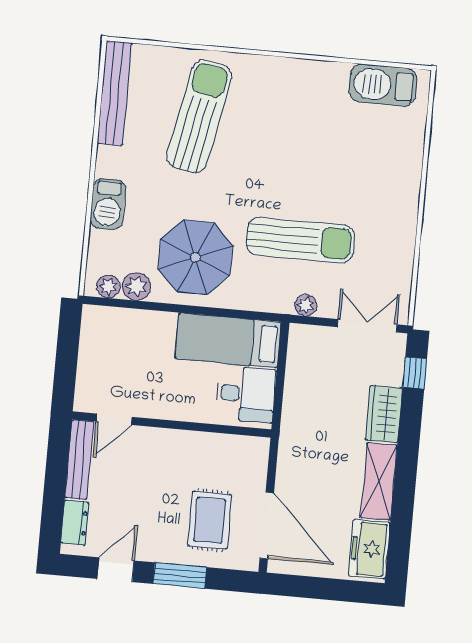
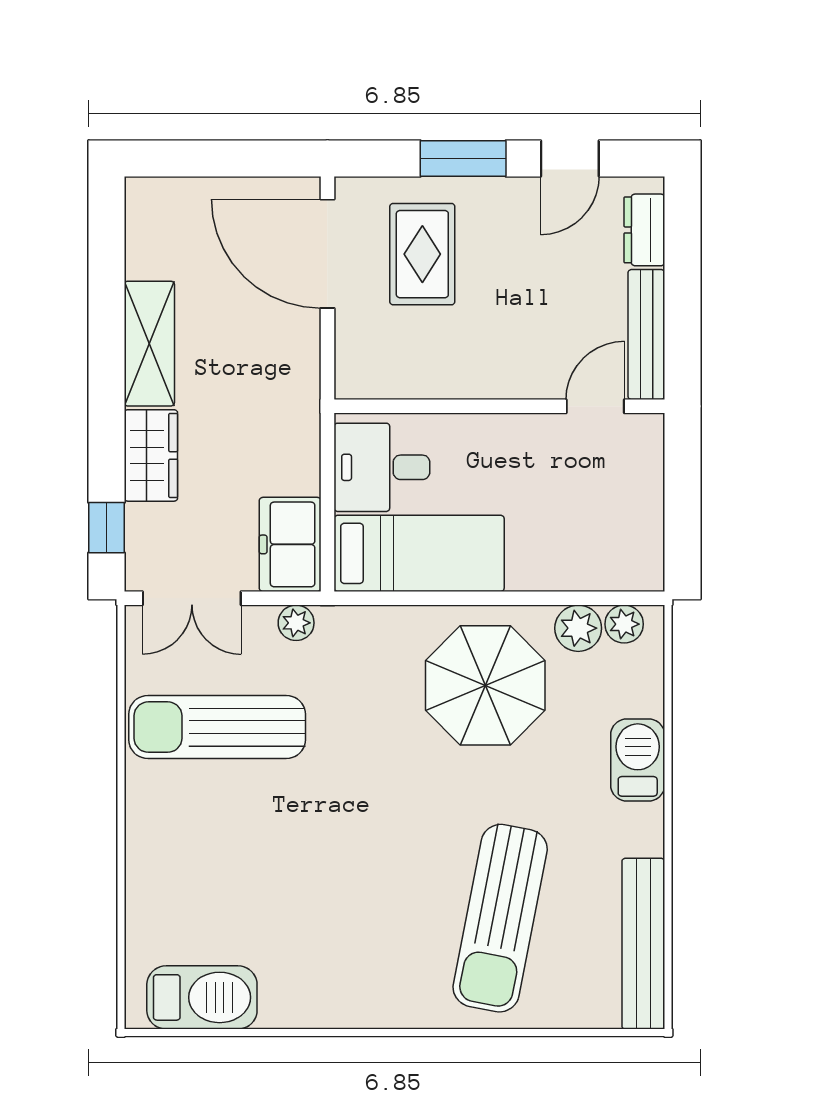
sun lounger: (301, 240) -> (217, 727), moved
freezer: (369, 549) -> (290, 544), moved, turned 180

